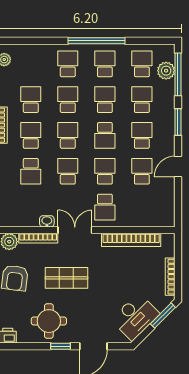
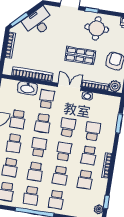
school desk: (68, 135) -> (64, 151), turned 180
school desk: (68, 171) -> (68, 127), turned 180
washbasin: (135, 218) -> (27, 88), added
double door: (75, 230) -> (69, 87), swing flipped

